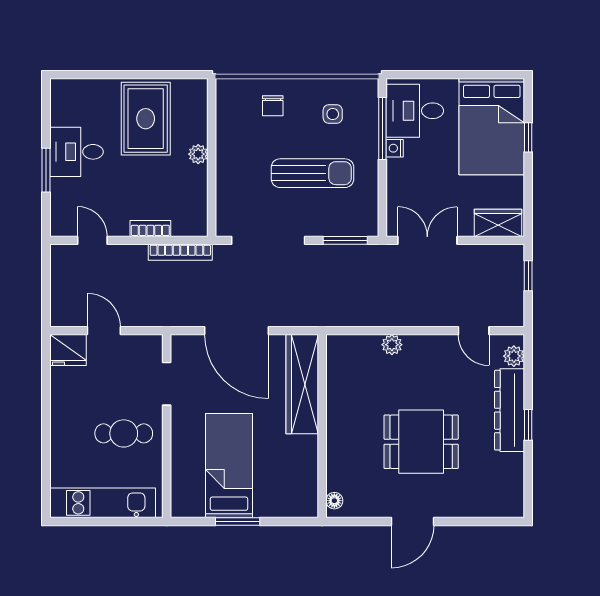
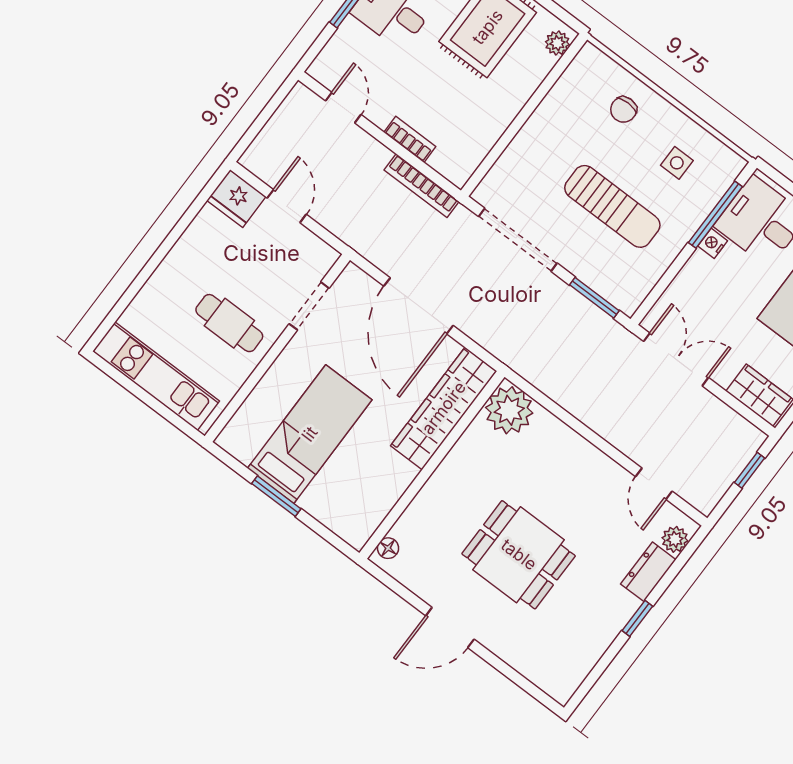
plant: (198, 154) -> (557, 43), moved
plant: (392, 345) -> (509, 410), moved, width x1.88, depth x1.88
dresser: (510, 410) -> (648, 572), width x0.51, depth x0.80

